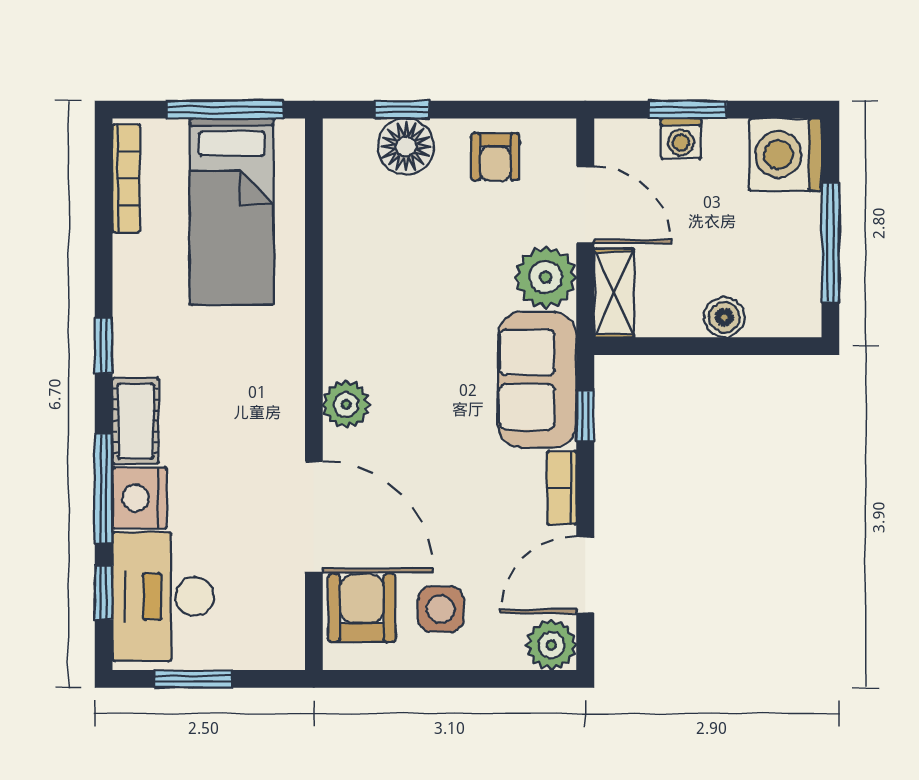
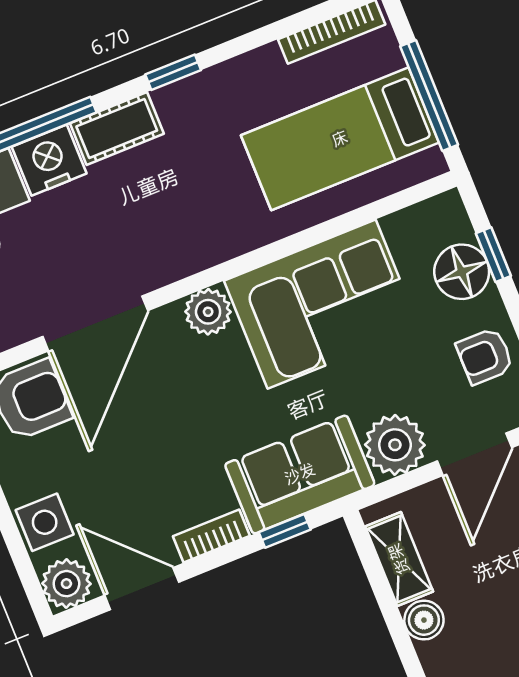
corner sofa: (383, 293) -> (322, 304), added
shelving: (614, 293) -> (399, 559), moved, turned 90
side table: (441, 609) -> (45, 522), moved

